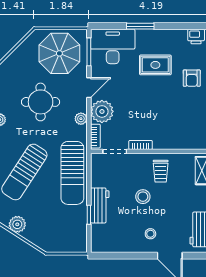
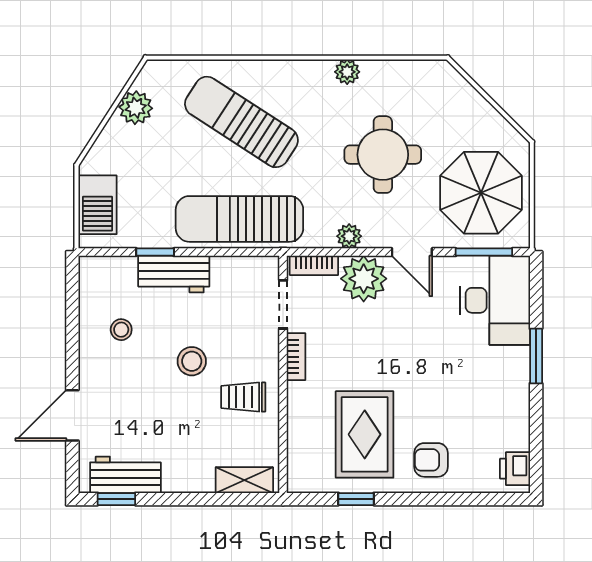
rug: (155, 65) -> (365, 434), moved, width x1.36, depth x1.43
stool: (150, 234) -> (121, 330), moved
barbecue: (65, 243) -> (97, 205), added

